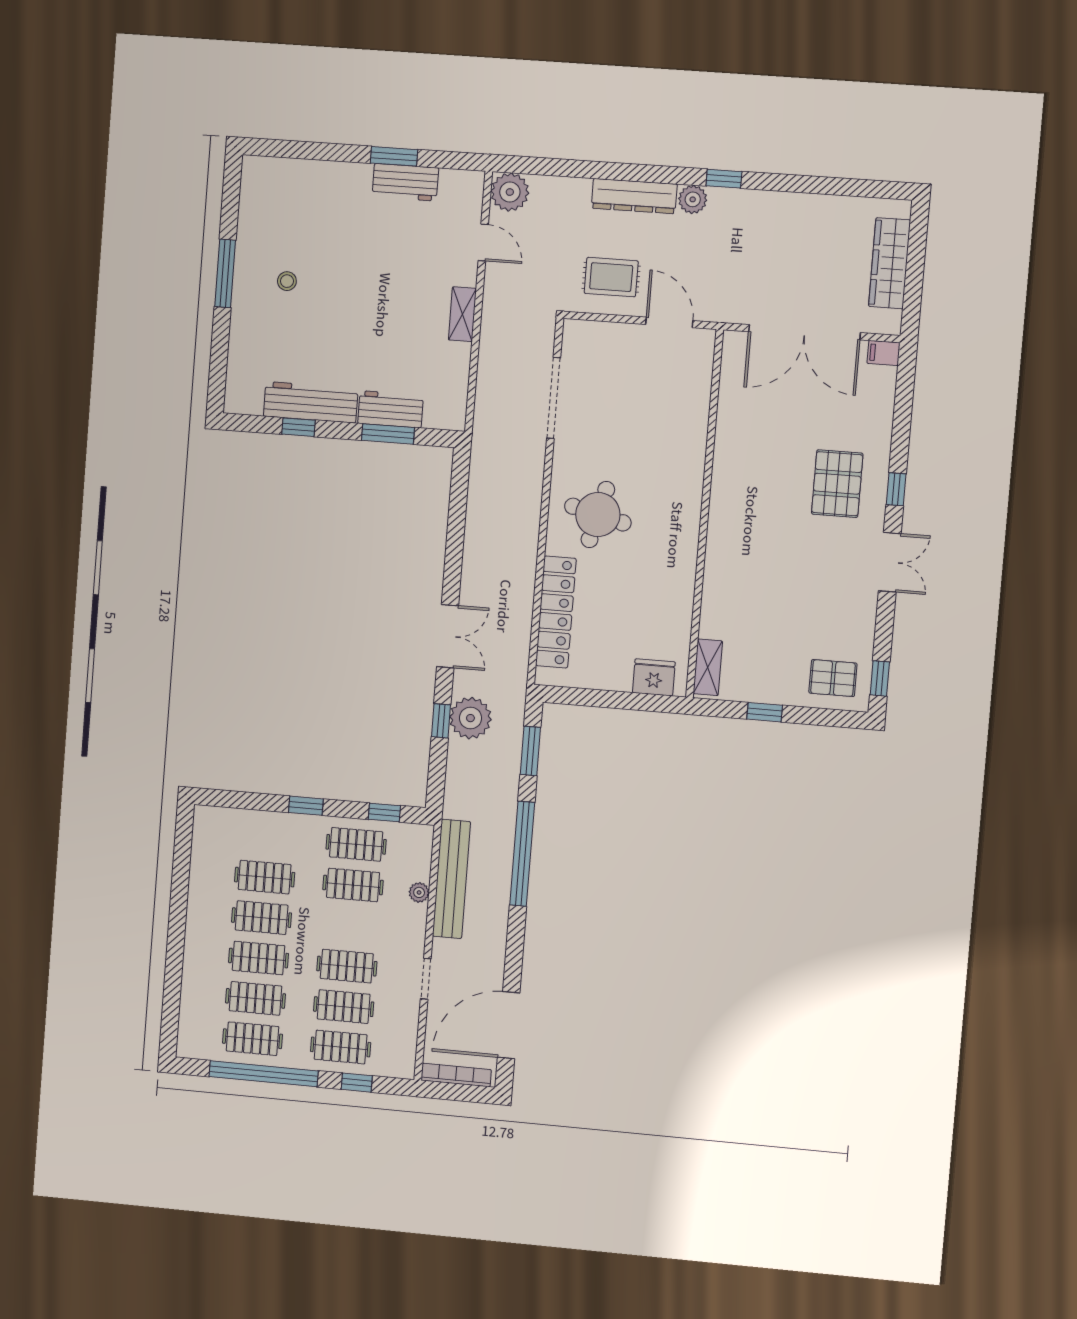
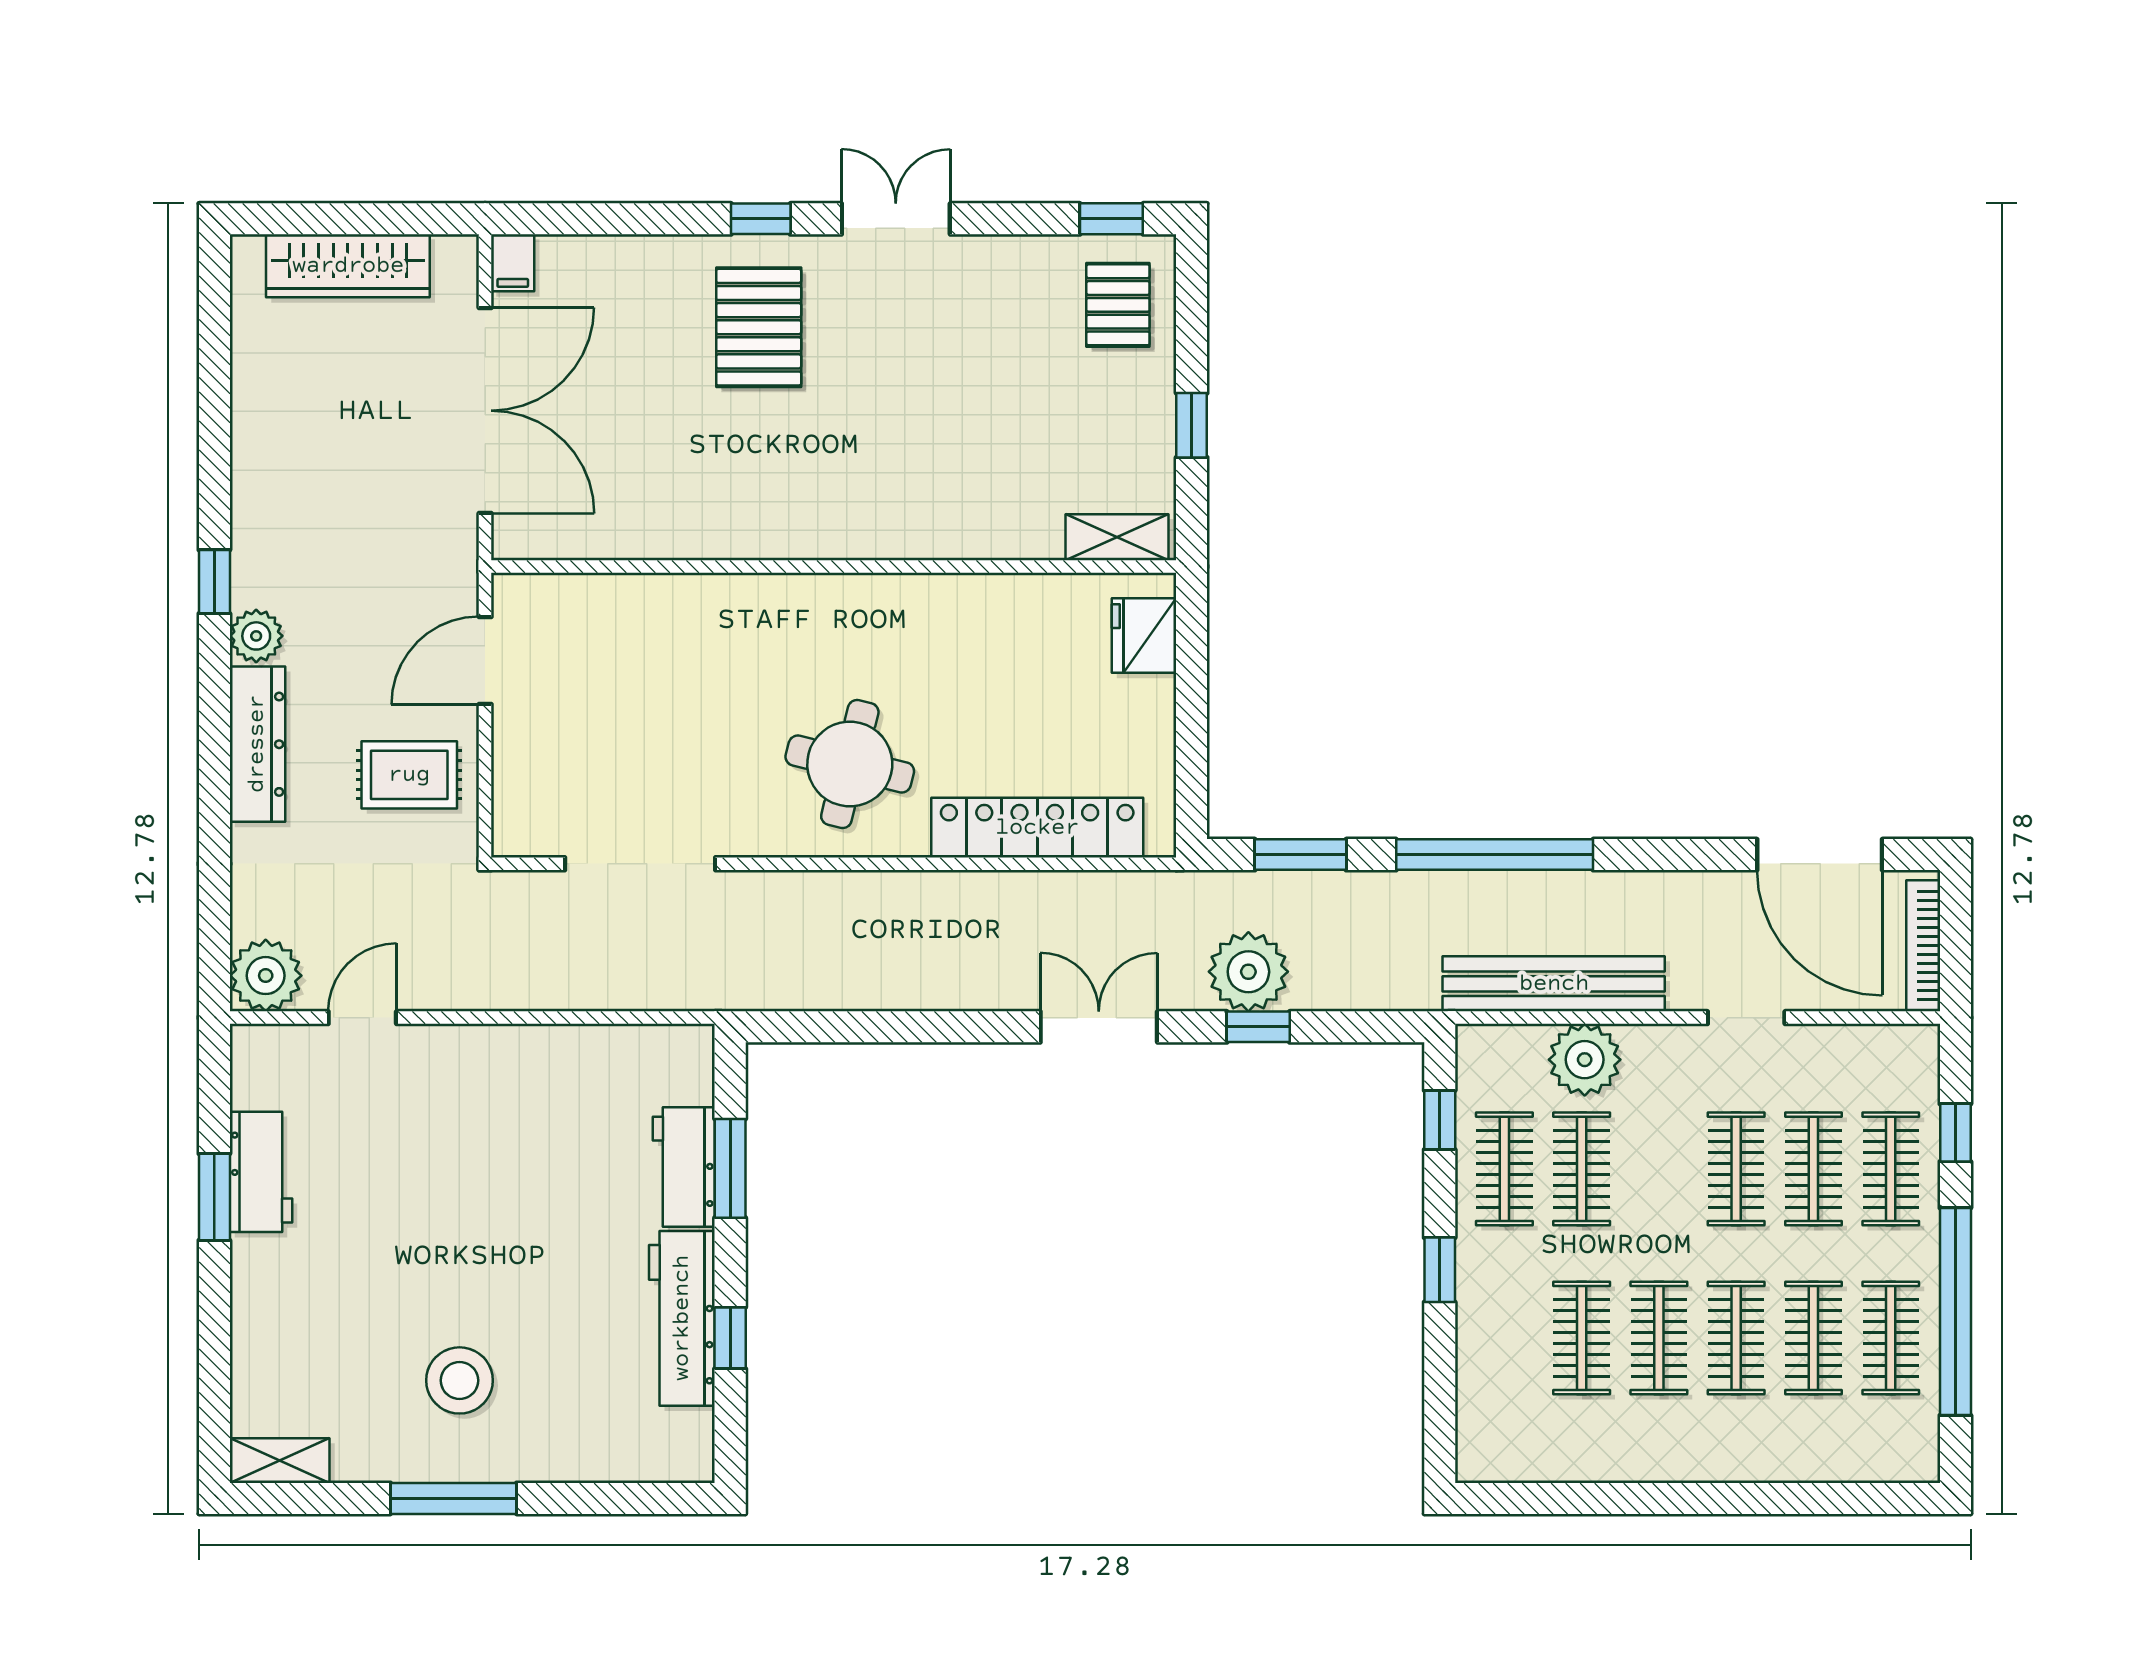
rug: (611, 277) -> (409, 775), turned 90
stool: (287, 281) -> (460, 1380), width x1.89, depth x1.89
shelving: (462, 314) -> (280, 1461), moved
pallet: (837, 484) -> (759, 327), turned 90
plant: (419, 892) -> (1585, 1060), width x1.87, depth x1.87

